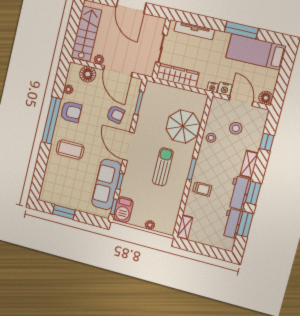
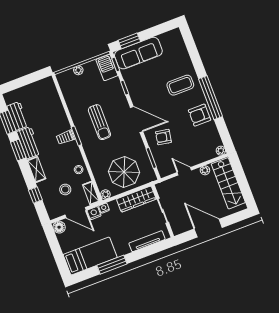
door: (118, 71) -> (184, 171), width x0.53
floor lamp: (88, 74) -> (206, 153), removed
plant: (68, 89) -> (221, 151), moved
plant: (202, 99) -> (105, 194), added
parasol: (183, 126) -> (124, 172), moved
sofa: (106, 184) -> (138, 53), moved, turned 90
trolley: (202, 189) -> (65, 137), moved
window: (64, 212) -> (129, 41), moved
shelving: (185, 227) -> (91, 193), moved

